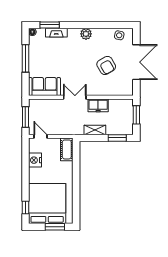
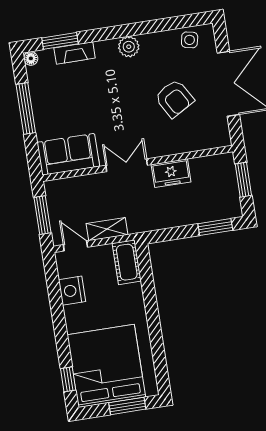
shelving: (95, 130) -> (107, 229), moved

